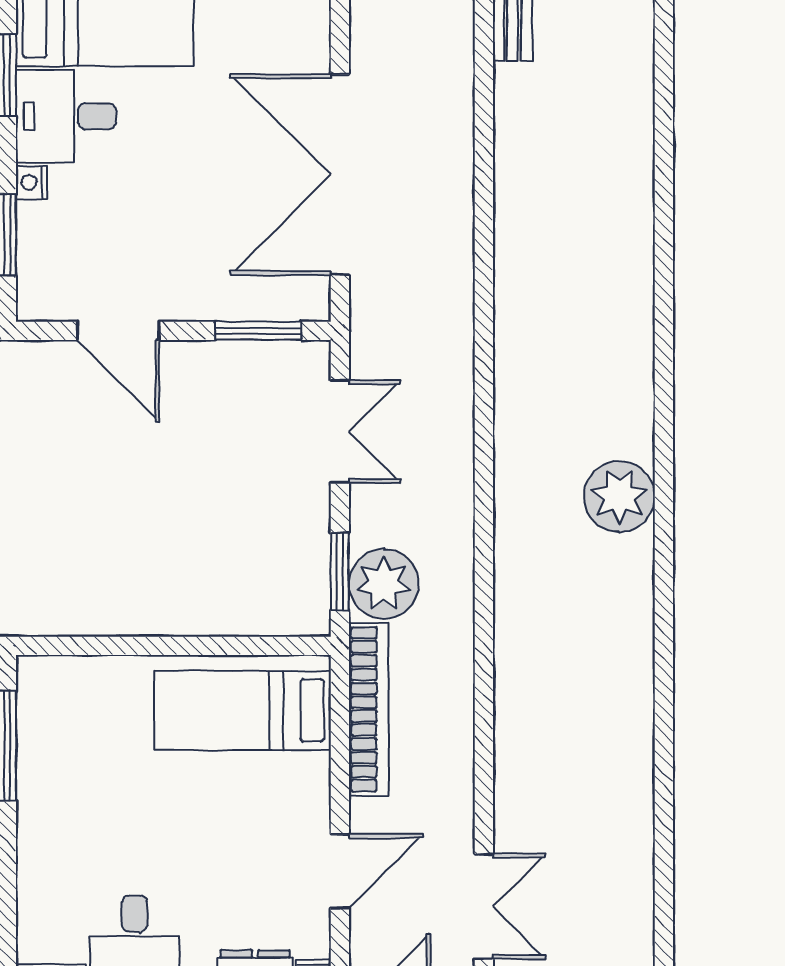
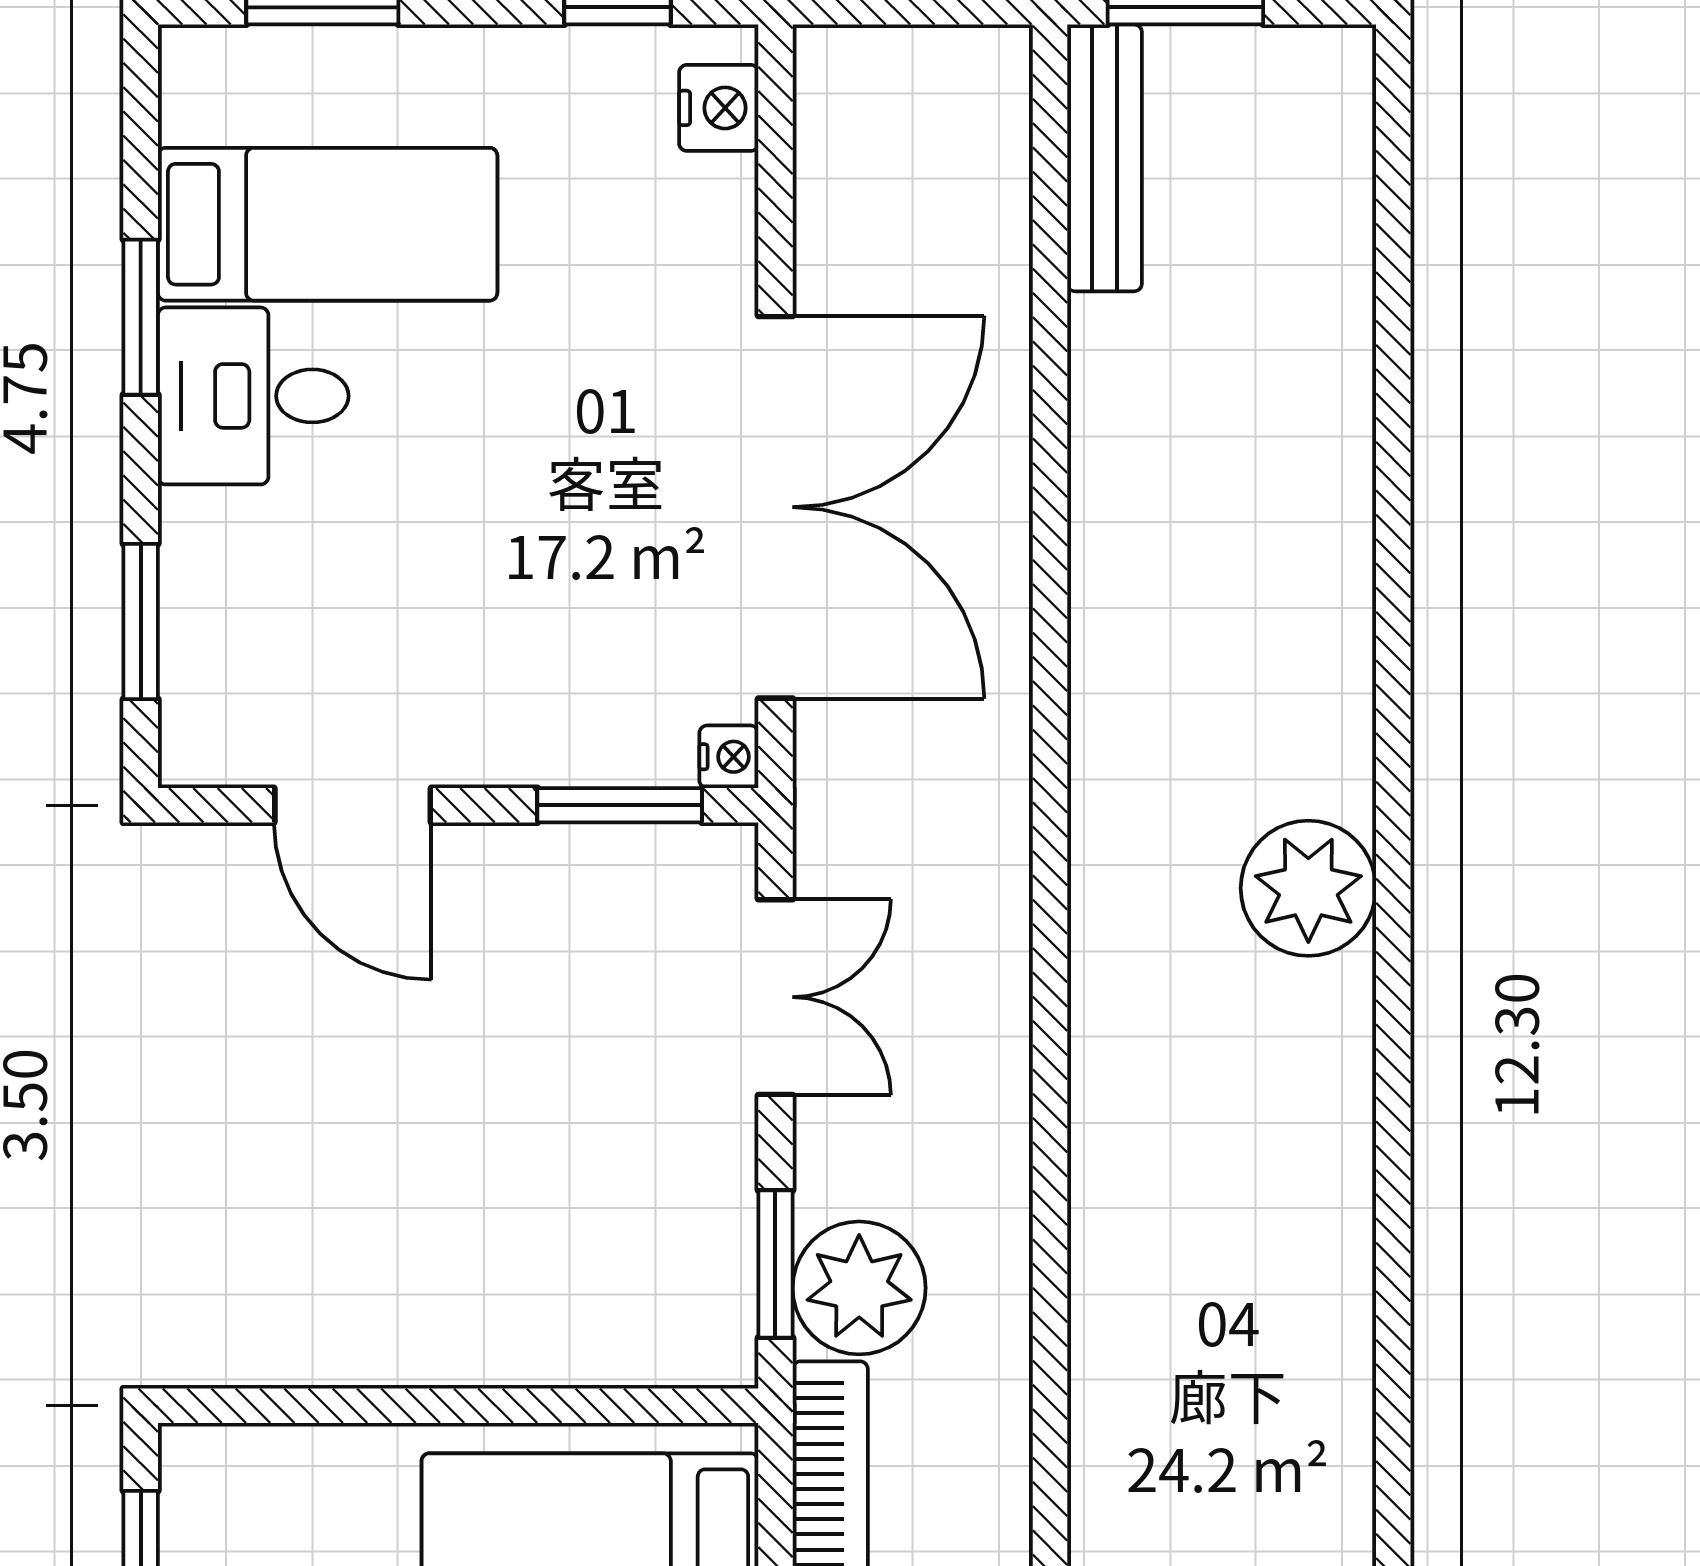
double door: (340, 175) -> (775, 507), swing flipped
nightstand: (31, 183) -> (729, 757), moved, turned 180
plant: (619, 496) -> (1308, 888), moved

